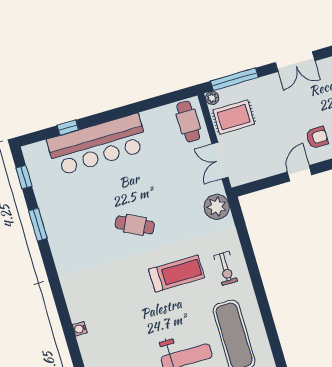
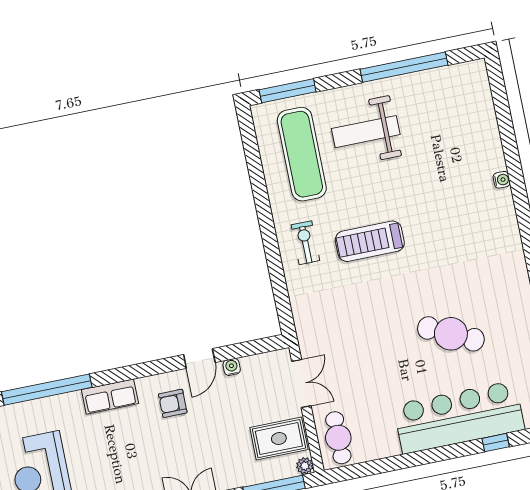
water cooler: (274, 169) -> (232, 367), added
plant: (217, 207) -> (311, 324), removed
cafe table: (135, 225) -> (451, 334), moved, width x1.37, depth x1.35

